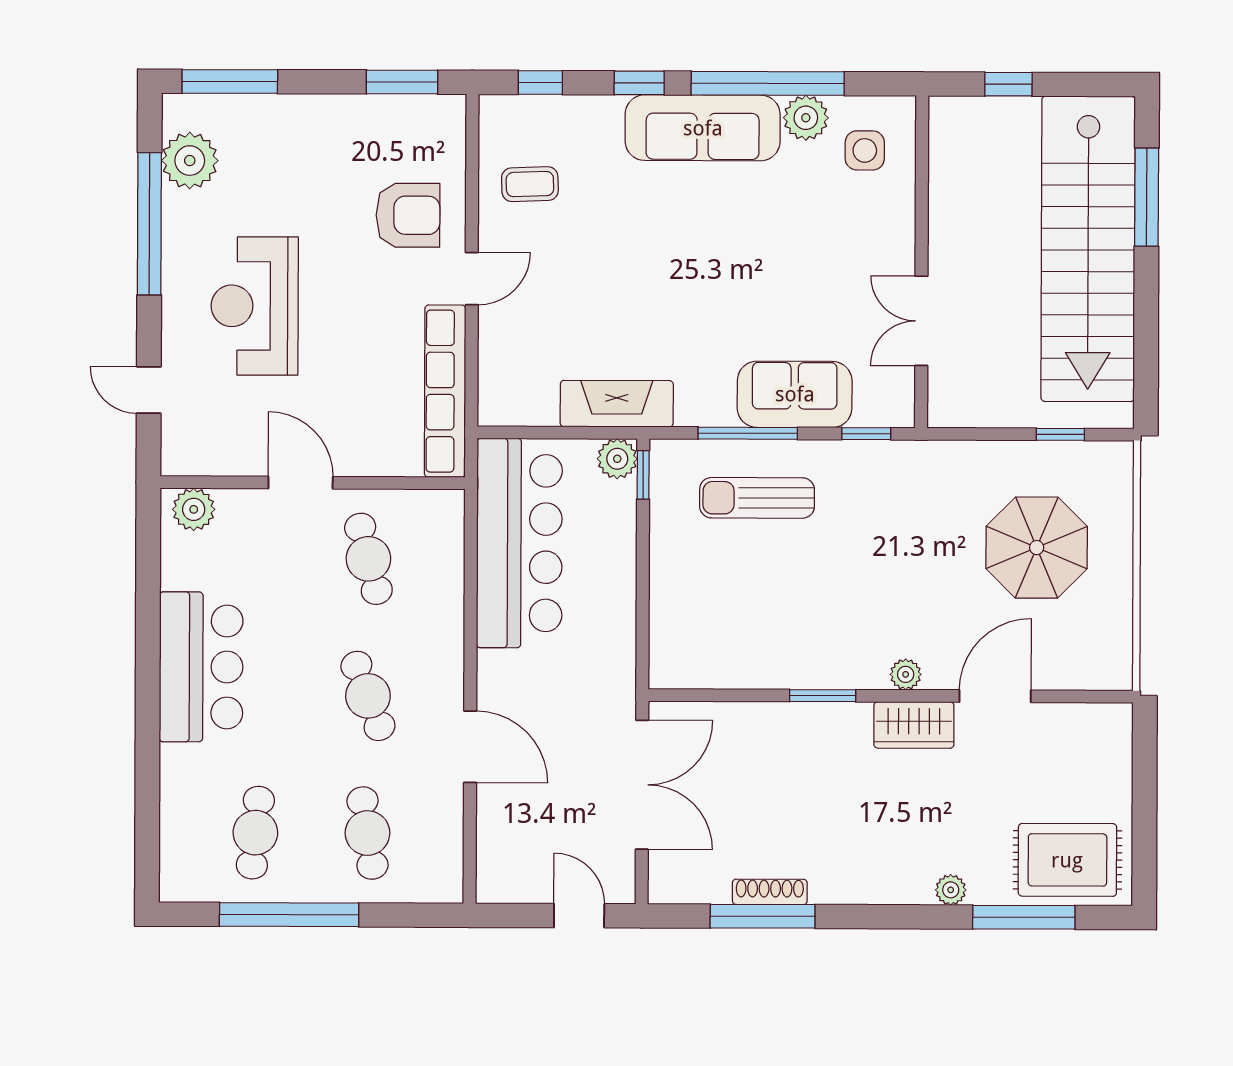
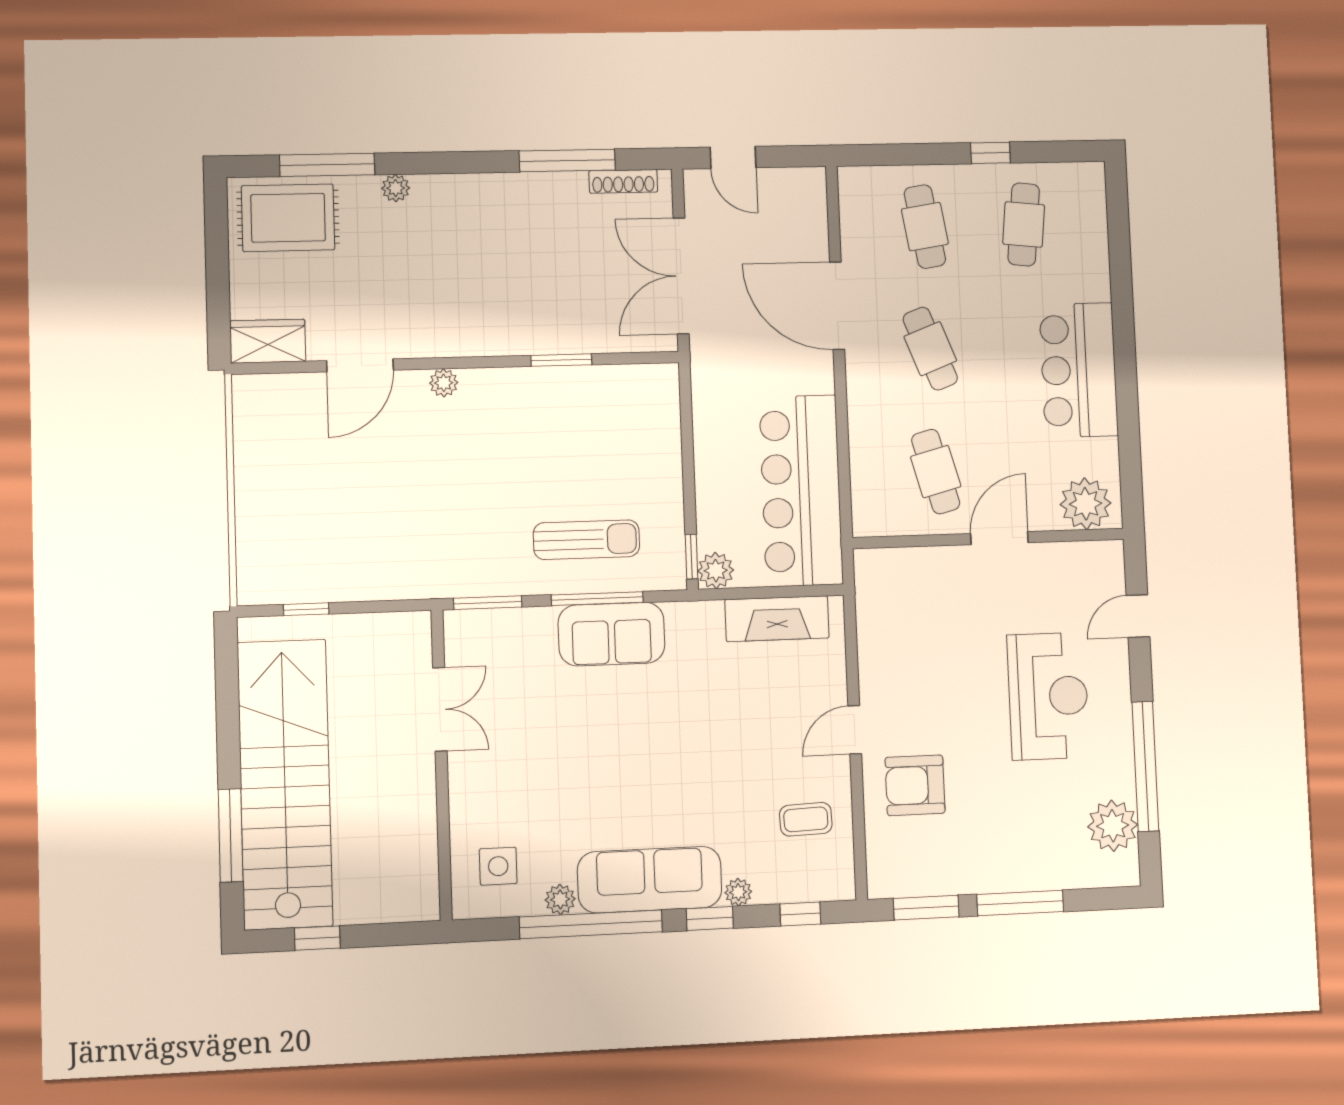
window: (230, 81) -> (1020, 903), moved
window: (1008, 84) -> (317, 938), moved
plant: (607, 109) -> (738, 892), added
plant: (806, 118) -> (560, 899), width x0.73, depth x0.73
door: (149, 390) -> (1138, 616), swing flipped
row of seats: (445, 391) -> (874, 626), removed
sofa: (795, 394) -> (611, 634), moved
fireplace: (617, 404) -> (777, 619), moved
window: (866, 434) -> (488, 603), width x1.50
door: (301, 483) -> (999, 538), swing flipped
plant: (194, 509) -> (1086, 504), width x1.36, depth x1.36
parasol: (1037, 548) -> (325, 503), removed
window: (823, 696) -> (561, 360), moved
wardrobe: (914, 725) -> (268, 341), moved
door: (470, 747) -> (837, 306), width x1.36
shoe rack: (770, 892) -> (623, 181), moved
window: (289, 915) -> (990, 153), width x0.32

